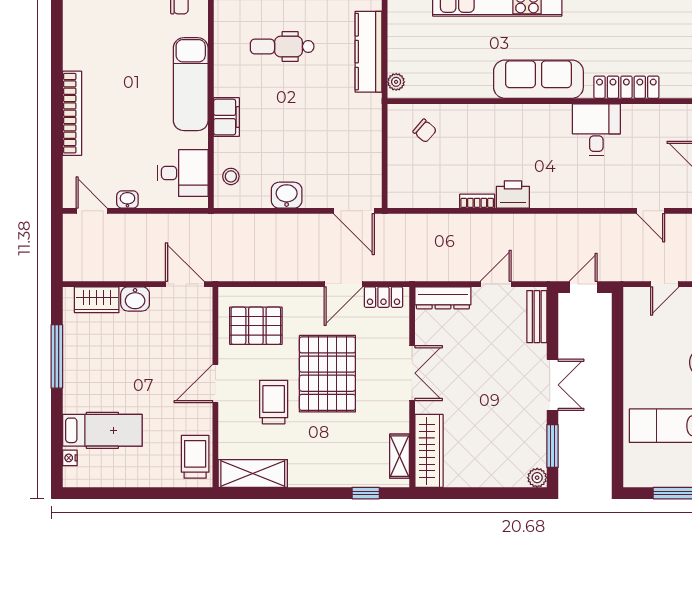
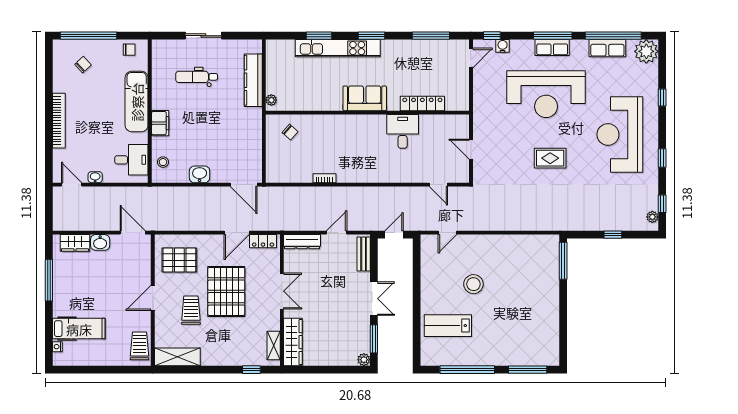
chair: (109, 28) -> (83, 65), added
sofa: (538, 79) -> (365, 98), width x0.73
printer: (513, 194) -> (348, 174), removed

